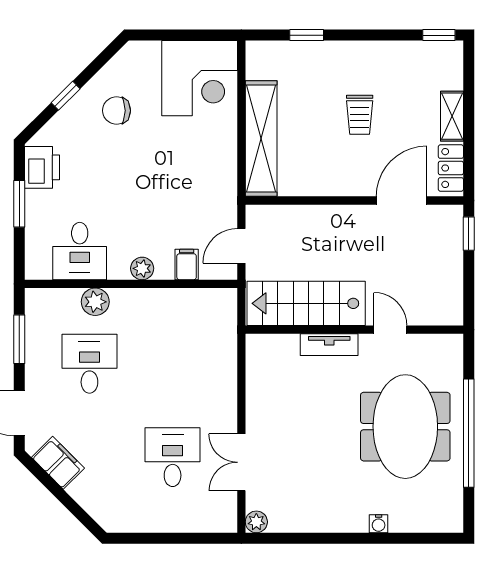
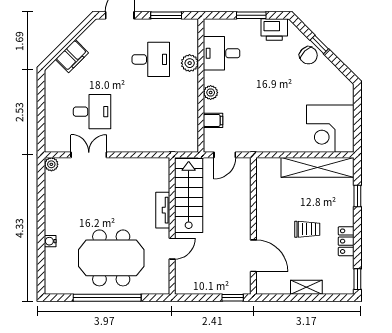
chair: (117, 111) -> (308, 55), moved, turned 135
trolley: (360, 115) -> (307, 229), turned 180
shelving: (261, 139) -> (318, 167), moved
locker: (451, 168) -> (346, 241), moved, turned -90
door: (241, 246) -> (225, 155), swing flipped
filing cabinet: (58, 463) -> (72, 56), moved

